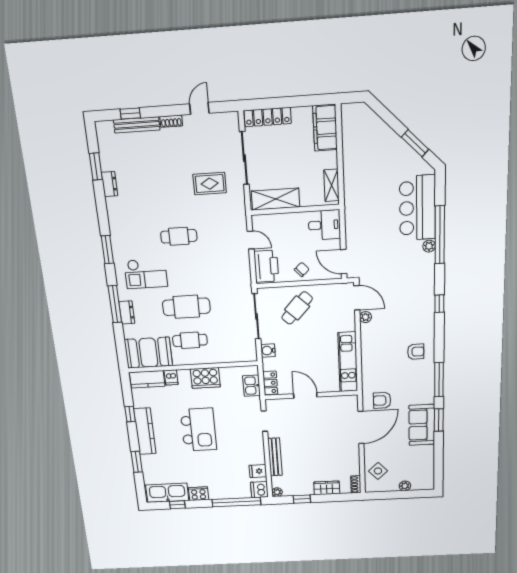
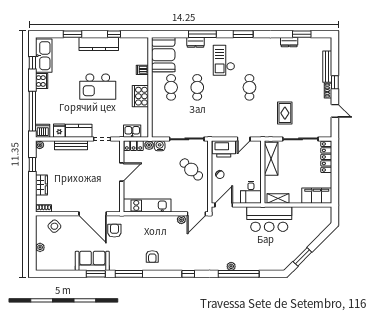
window: (130, 113) -> (335, 82), moved
bar counter: (418, 208) -> (269, 219), moved, turned 180
cafe table: (186, 307) -> (197, 87), width x0.73, depth x0.74
plant: (268, 364) -> (149, 145), added
kitchen counter: (147, 379) -> (79, 131), moved, turned 90

